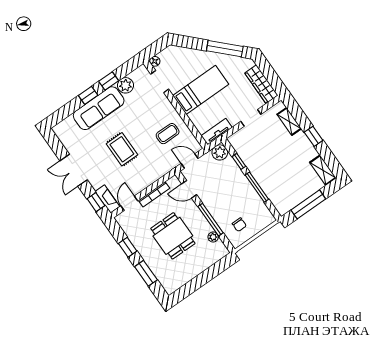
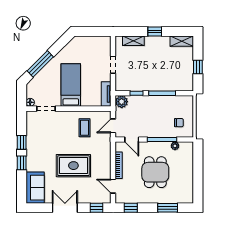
window: (225, 49) -> (40, 64), moved
wardrobe: (261, 84) -> (95, 42), removed
plant: (126, 85) -> (32, 133), removed
sofa: (99, 108) -> (35, 188), moved, width x0.73
rug: (122, 149) -> (73, 166), width x1.36, depth x1.43
double door: (74, 170) -> (65, 208), swing flipped
door: (189, 189) -> (132, 139), hinge flipped
fireplace: (107, 199) -> (100, 199), removed
window: (308, 204) -> (198, 67), width x0.46
dining table: (173, 236) -> (155, 172), turned 90
window: (128, 247) -> (131, 208), moved

